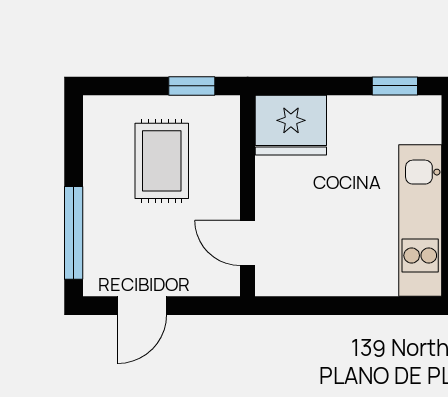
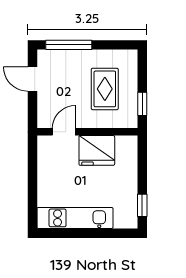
fridge: (291, 125) -> (97, 150), moved, turned -90
rug: (162, 161) -> (105, 89), turned 90

